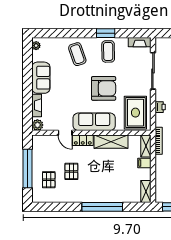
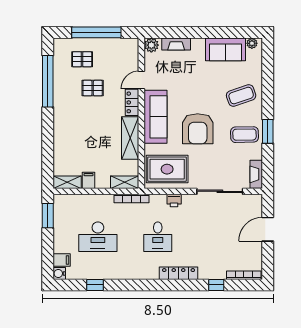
sofa: (41, 78) -> (226, 49), moved
filing cabinet: (144, 163) -> (88, 180), moved
window: (102, 207) -> (48, 81), moved

